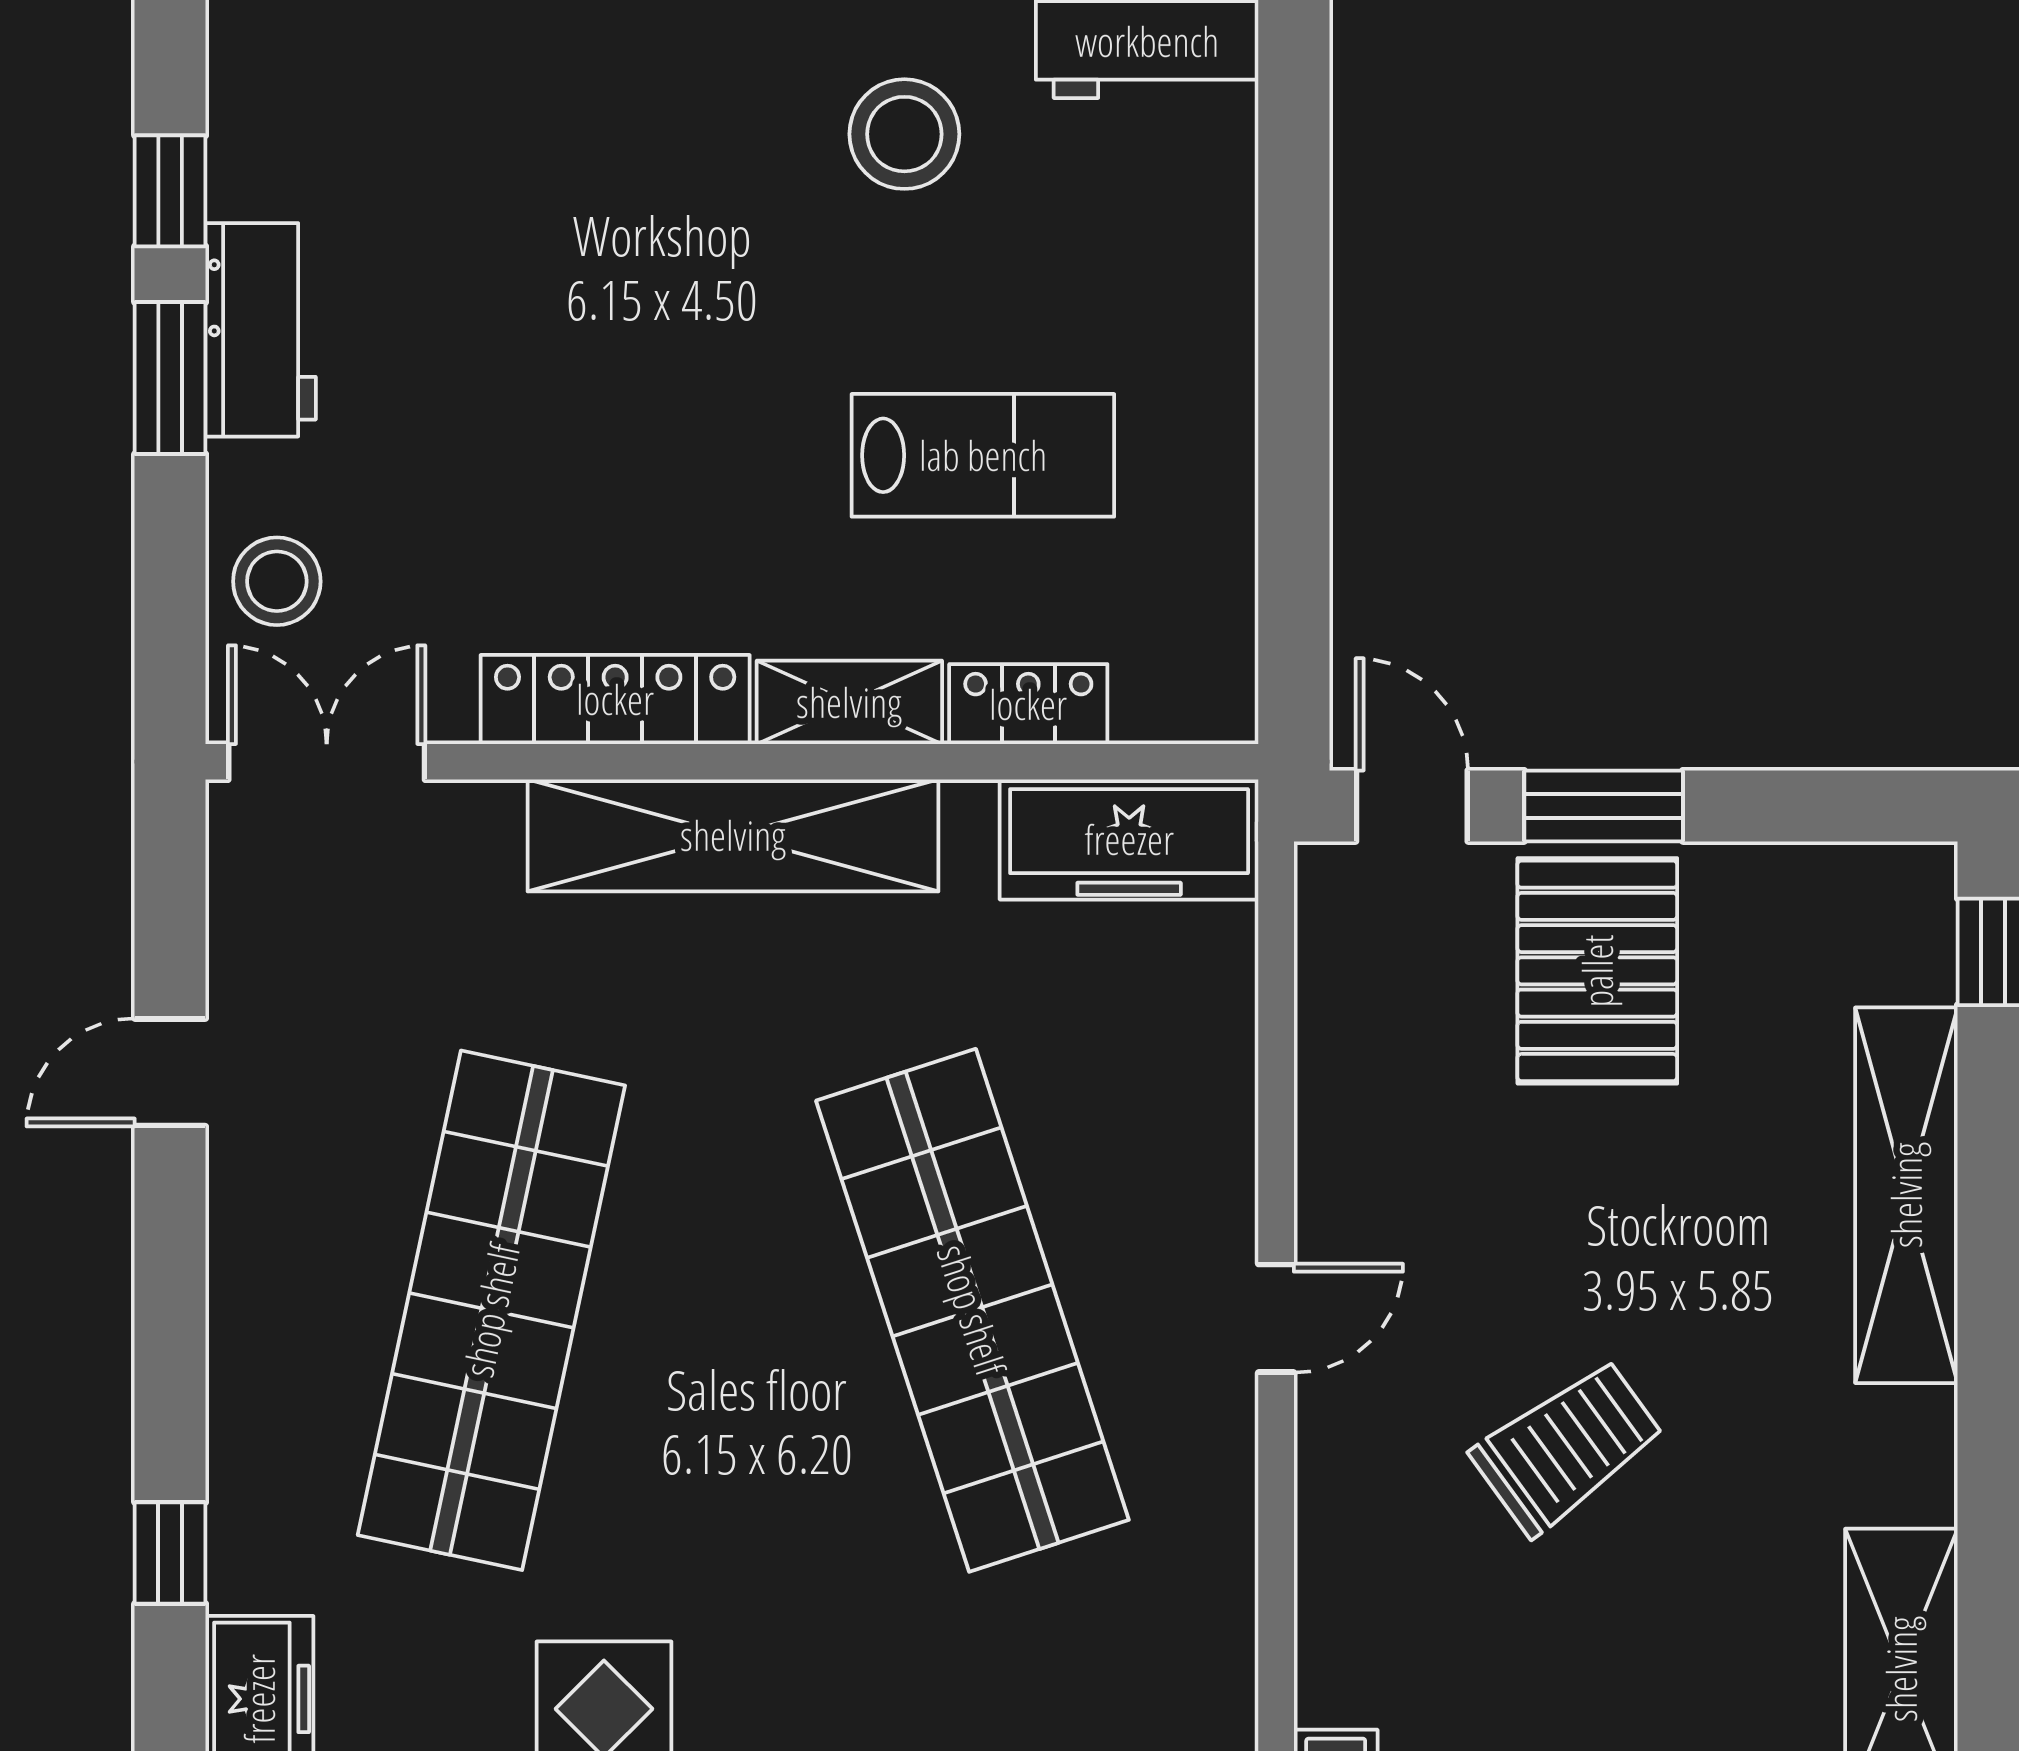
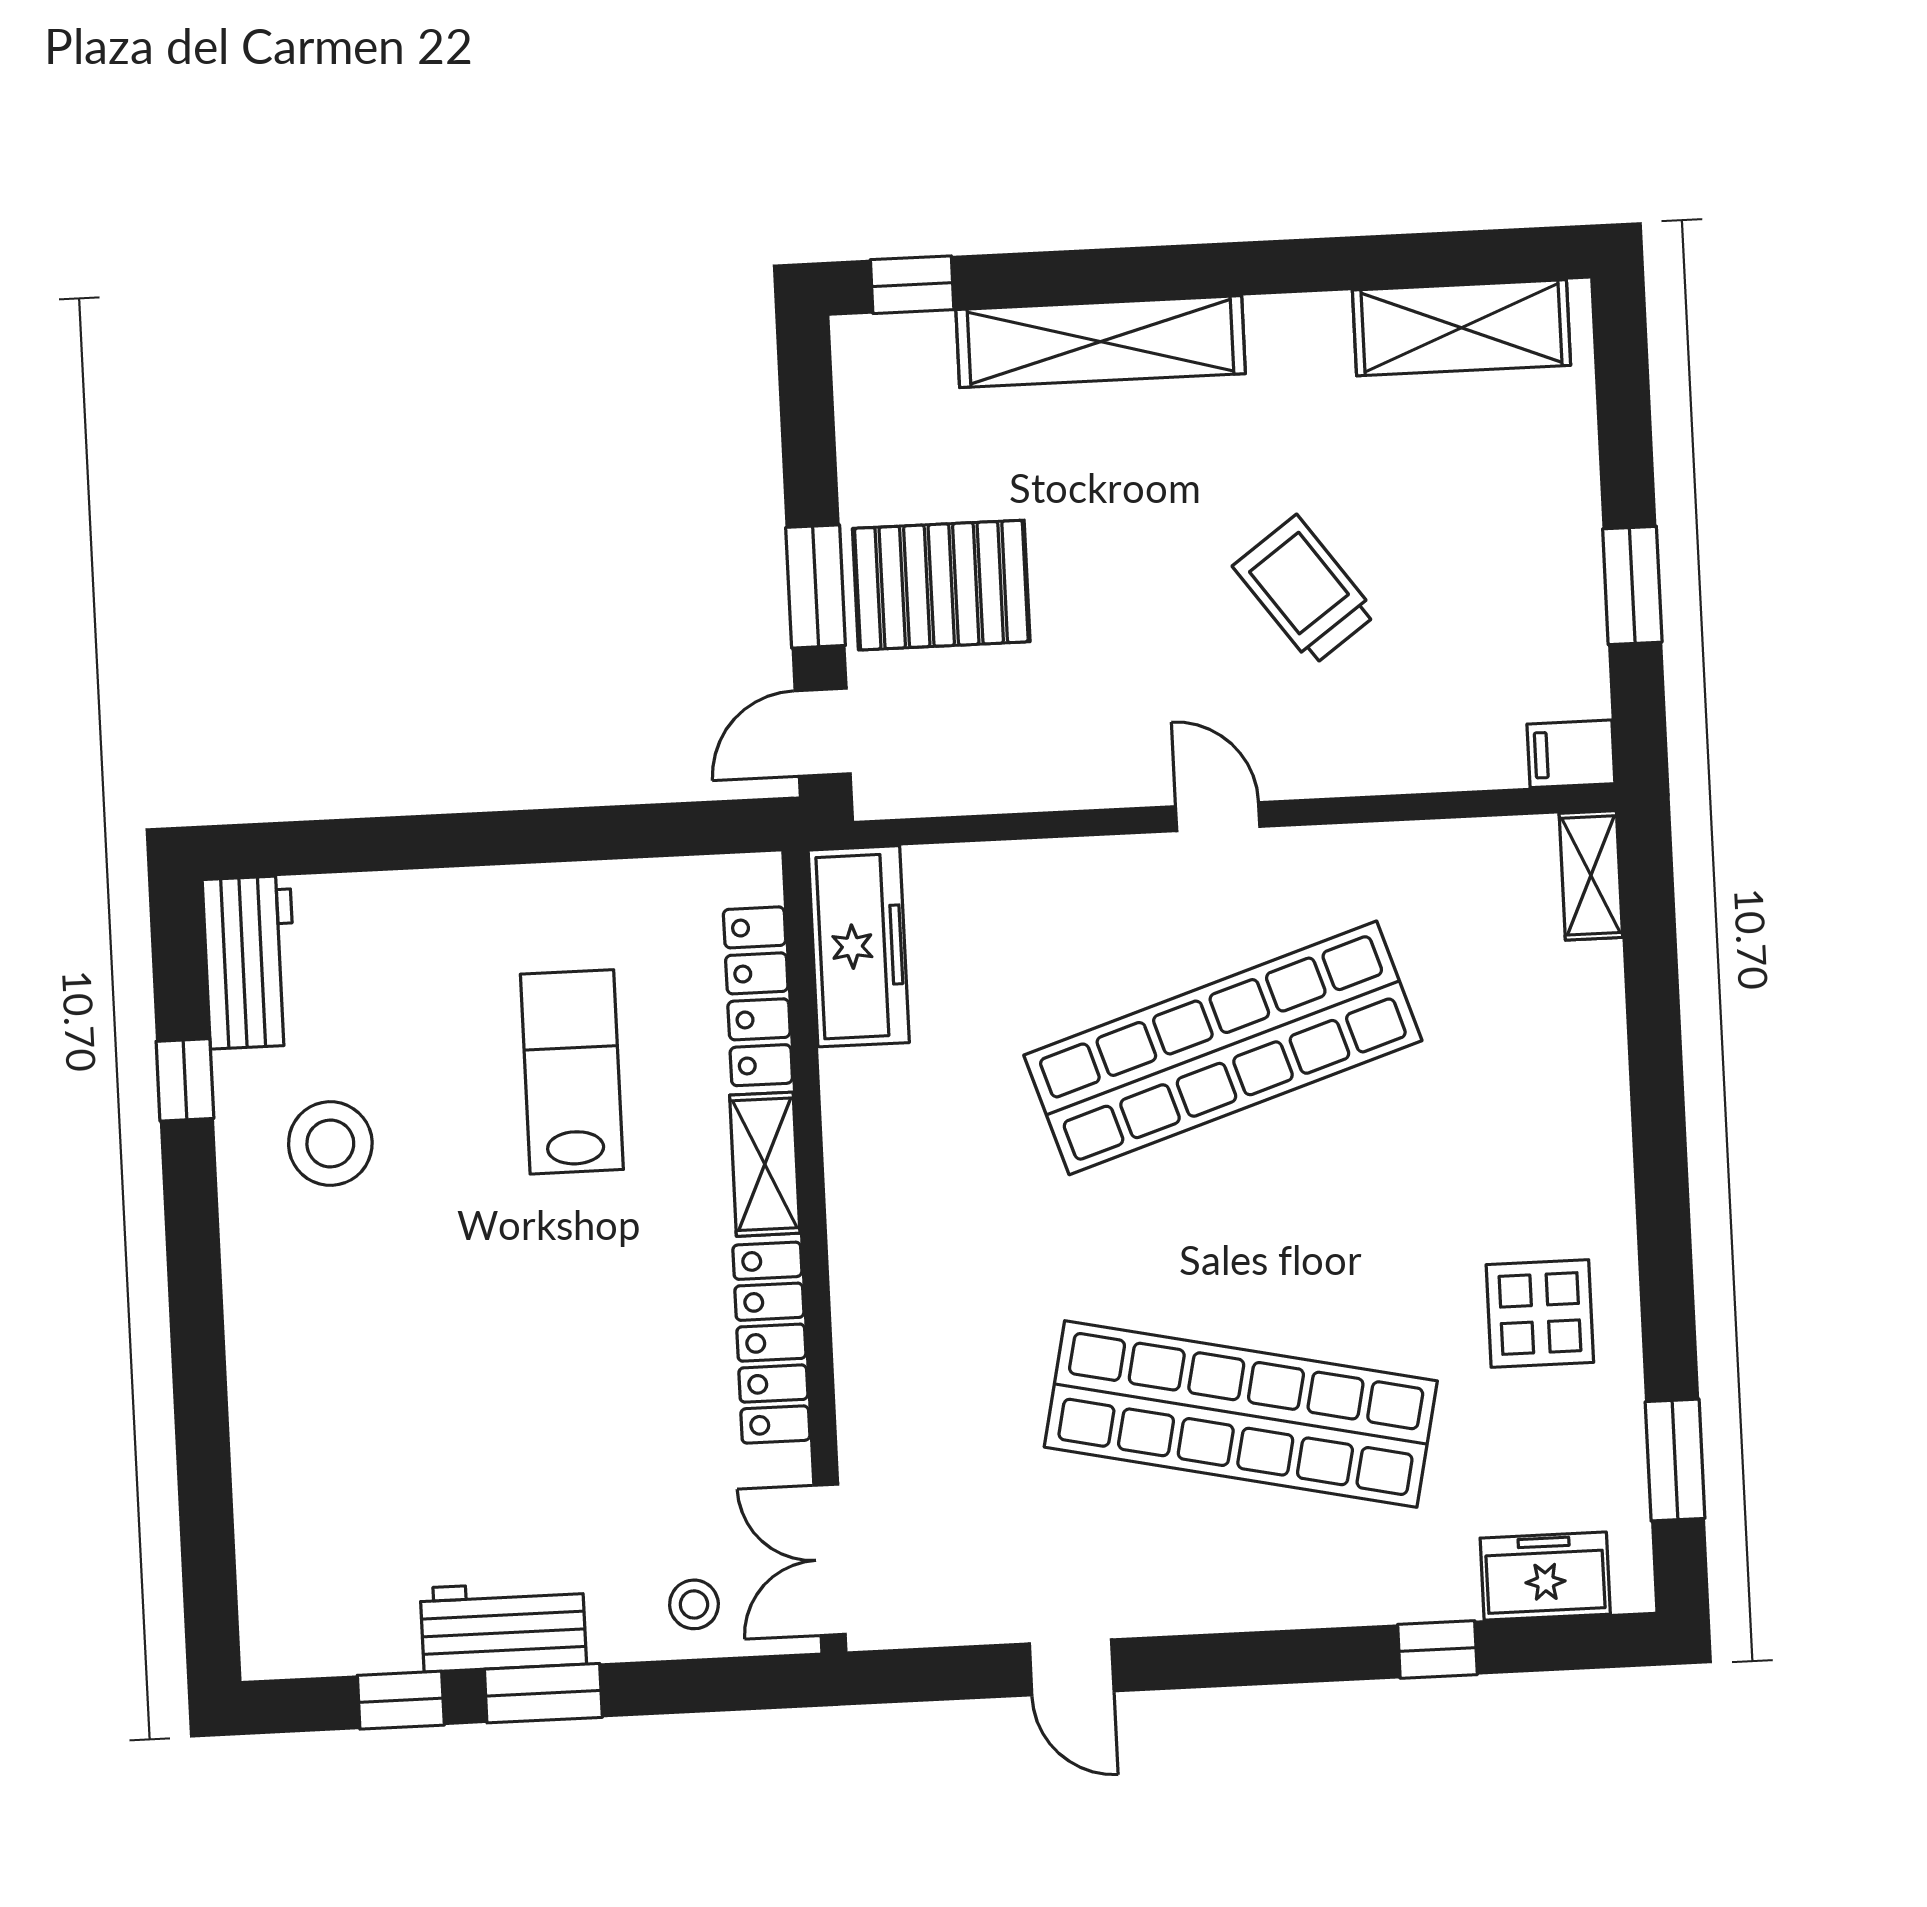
stool: (277, 581) -> (694, 1604), width x0.73, depth x0.73
locker: (1028, 704) -> (758, 996), width x1.53
shelving: (733, 835) -> (870, 1248), removed

